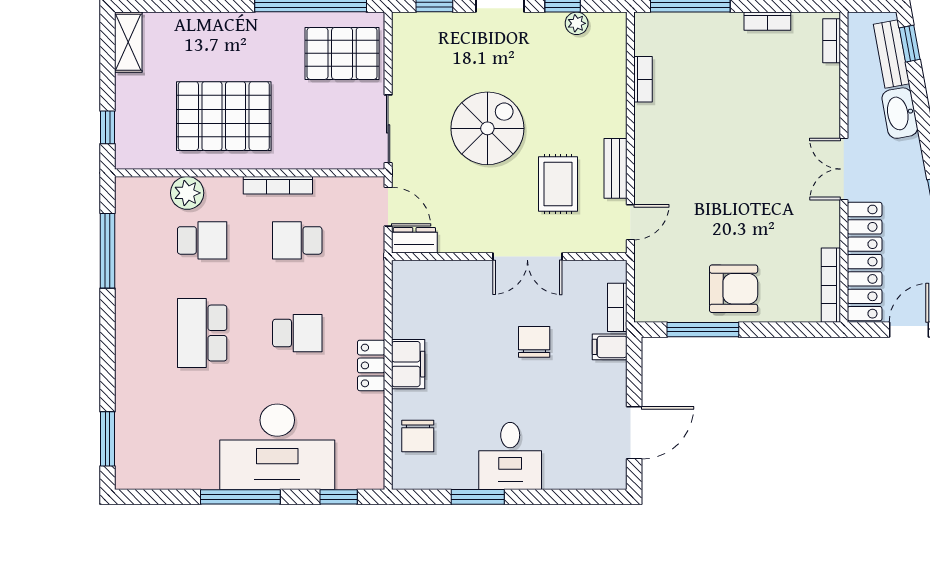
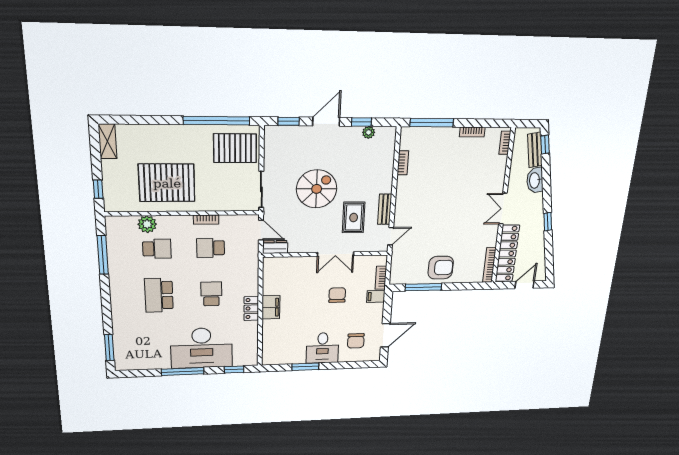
bookcase: (278, 185) -> (206, 220), width x0.64
school desk: (297, 333) -> (211, 294), turned -90
chair: (418, 436) -> (356, 341), moved

